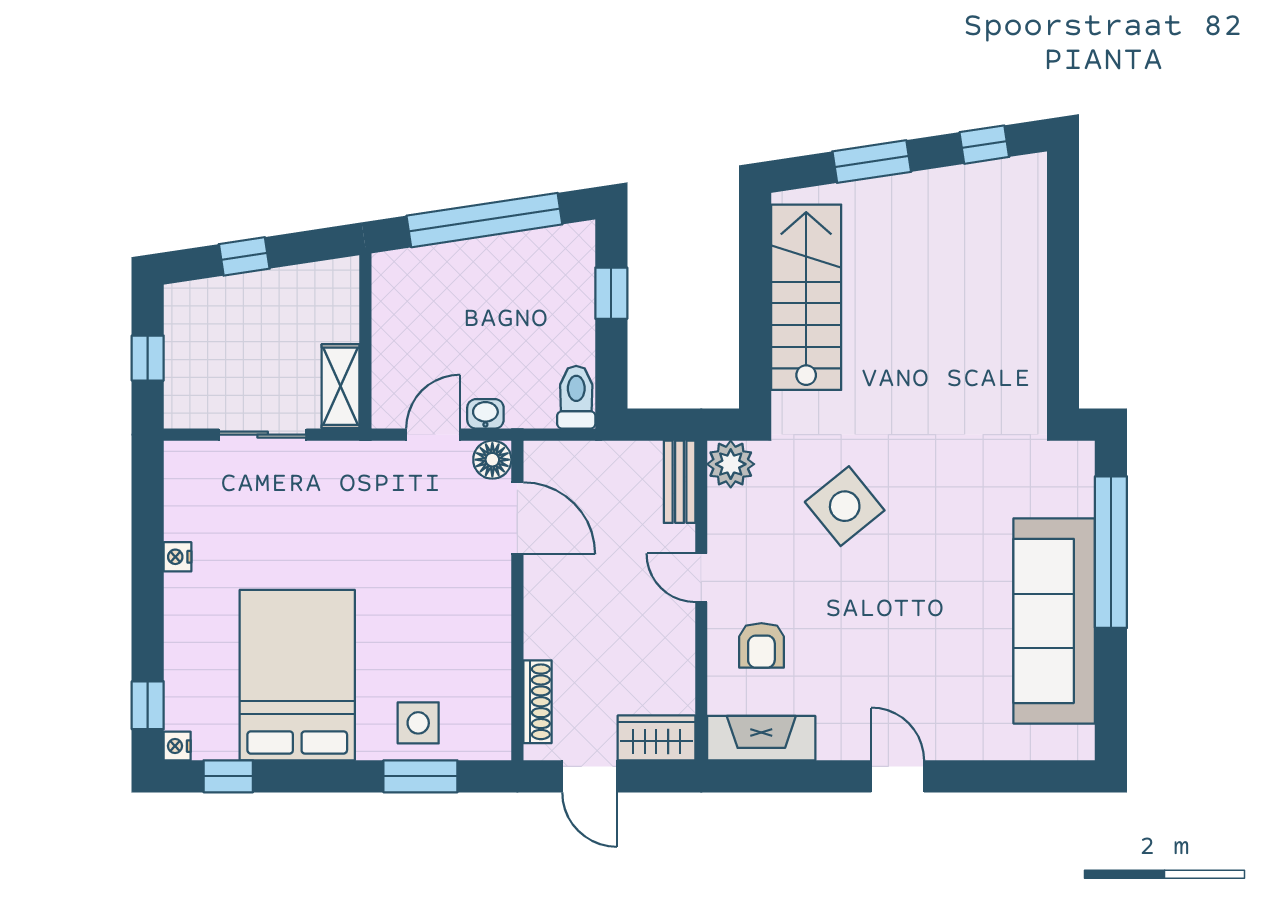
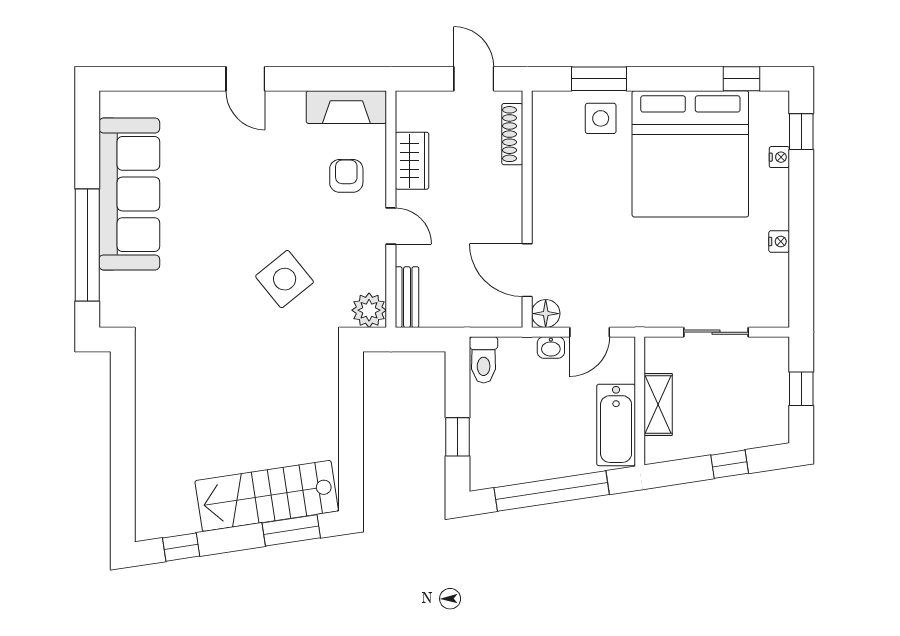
window: (872, 162) -> (291, 530), moved
stairs: (806, 297) -> (267, 496), moved, turned 81
bathtub: (397, 309) -> (616, 425), added
shelving: (341, 386) -> (658, 404), moved
bed: (297, 675) -> (690, 154), width x1.36
wardrobe: (656, 738) -> (412, 161), moved, turned -90
nightstand: (177, 746) -> (779, 157), moved

